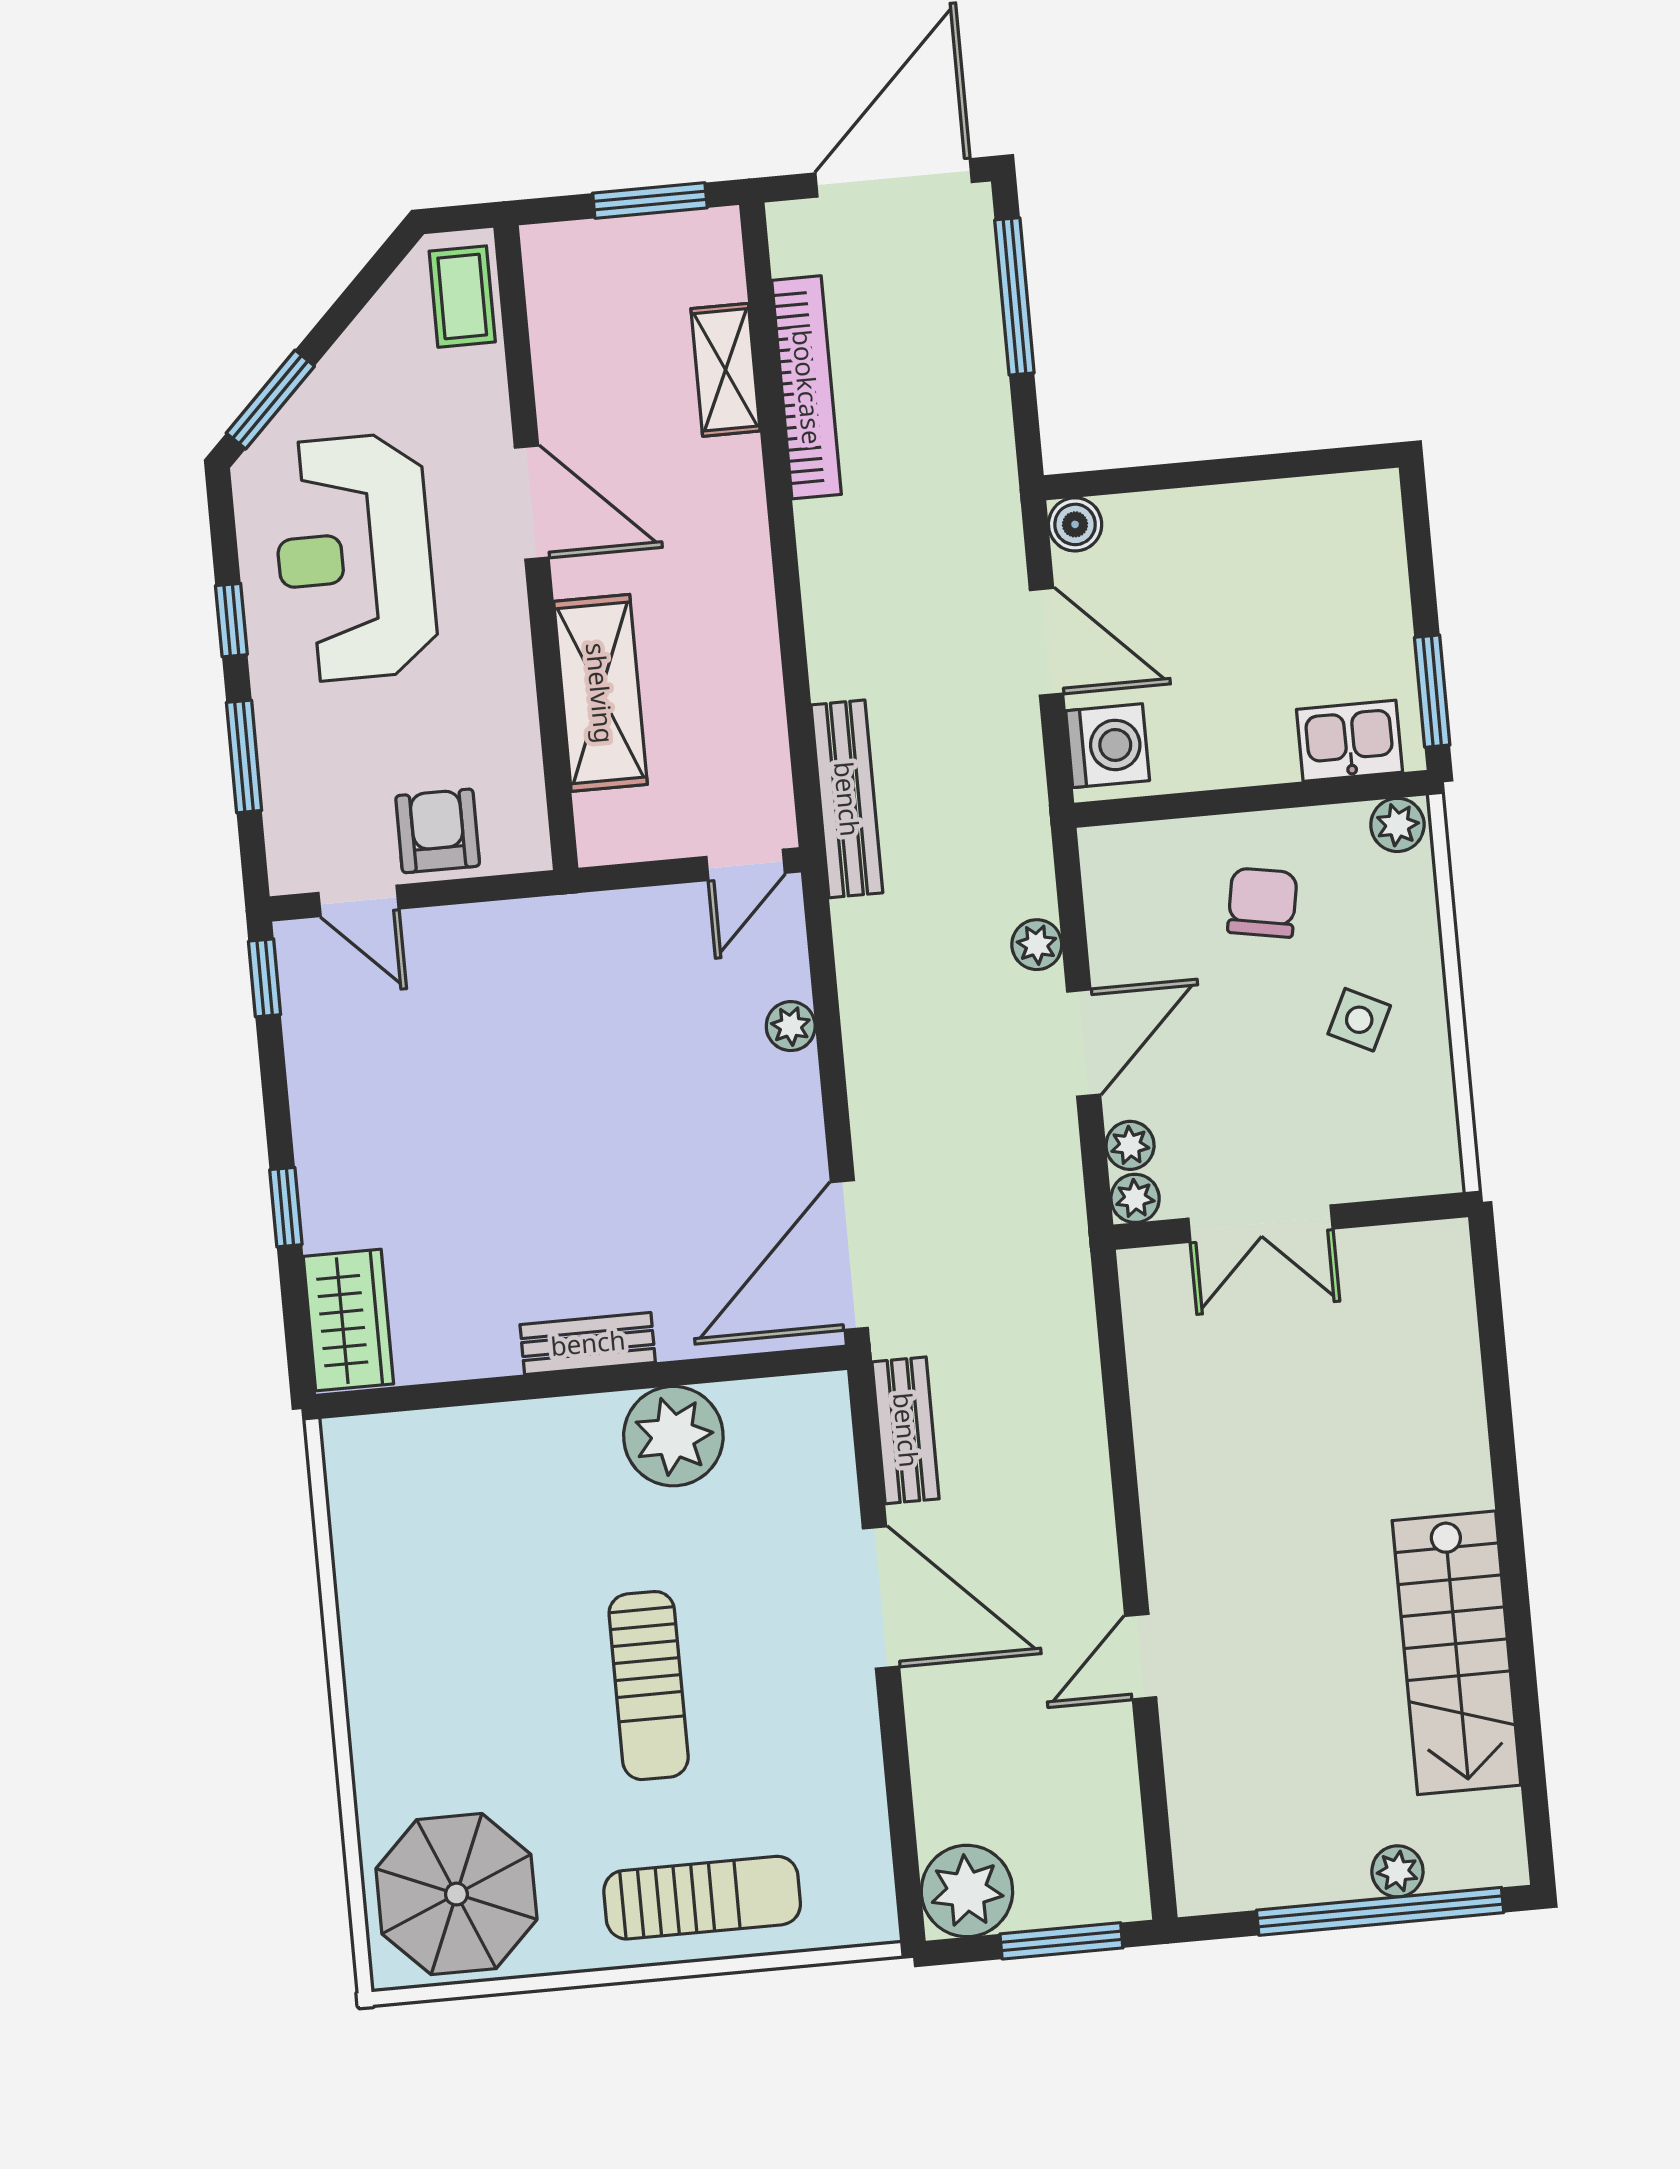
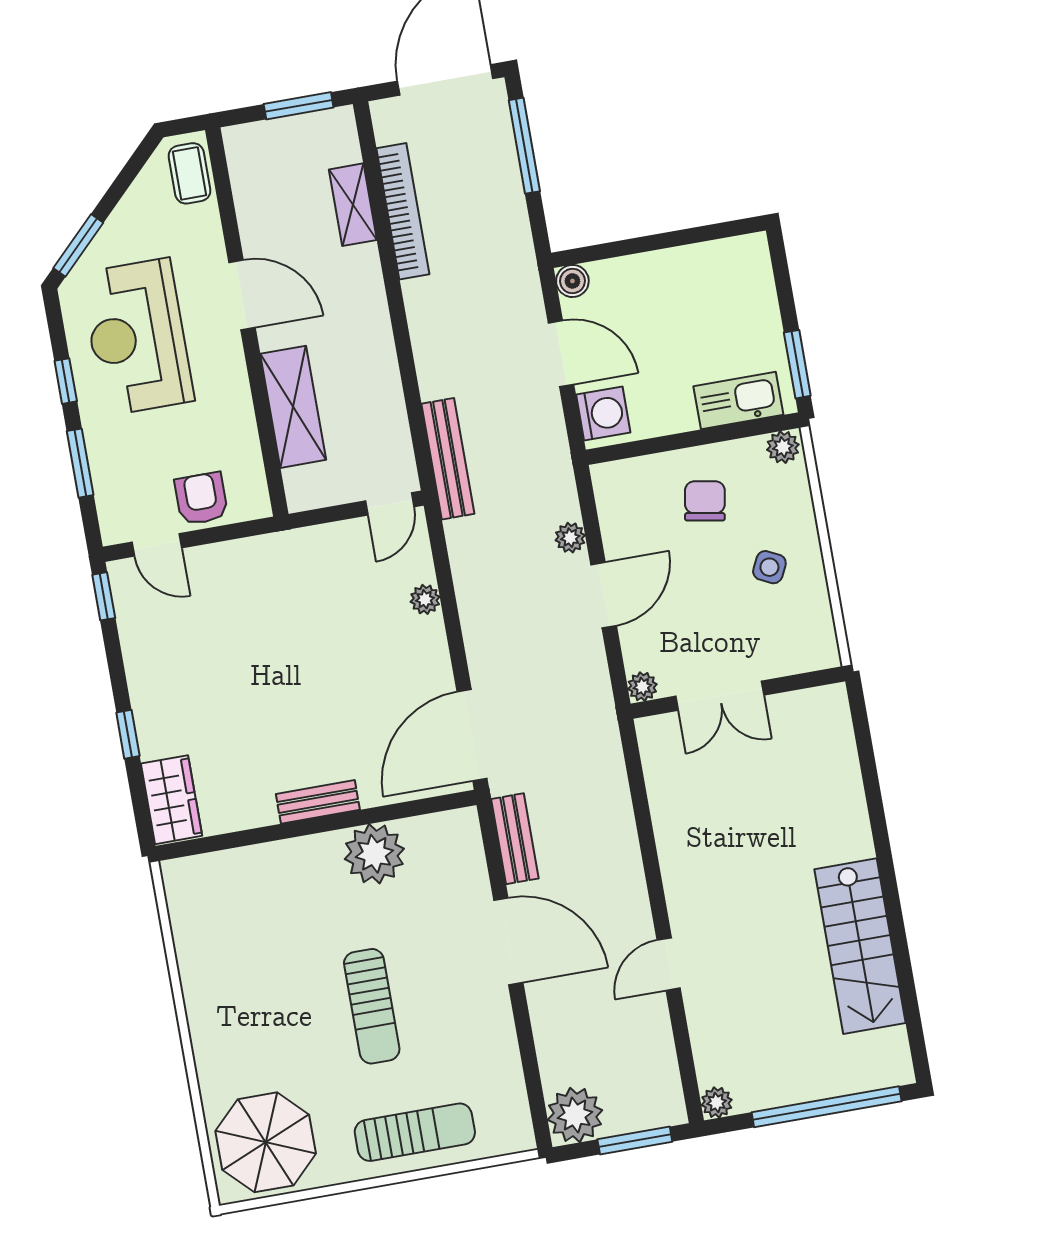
kitchen sink: (1349, 741) -> (738, 400), width x1.38
plant: (1130, 1145) -> (637, 655), removed
plant: (1397, 1871) -> (717, 1102), moved

